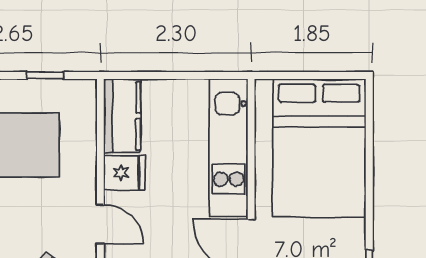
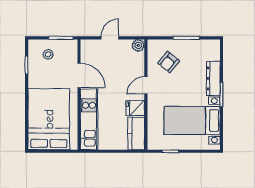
door: (100, 224) -> (146, 85), hinge flipped

